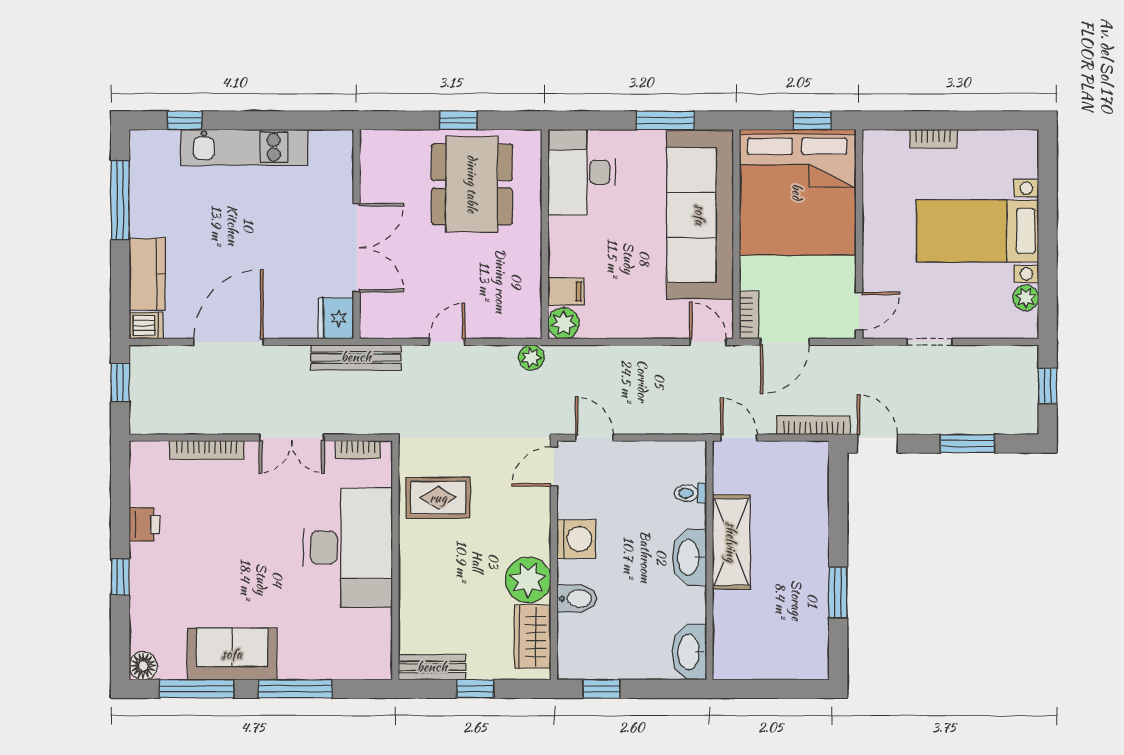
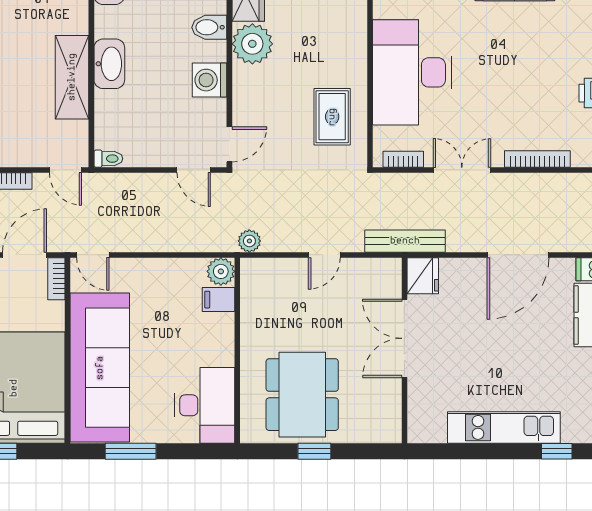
toilet: (690, 493) -> (108, 159), moved
rug: (438, 498) -> (332, 117), turned 90

